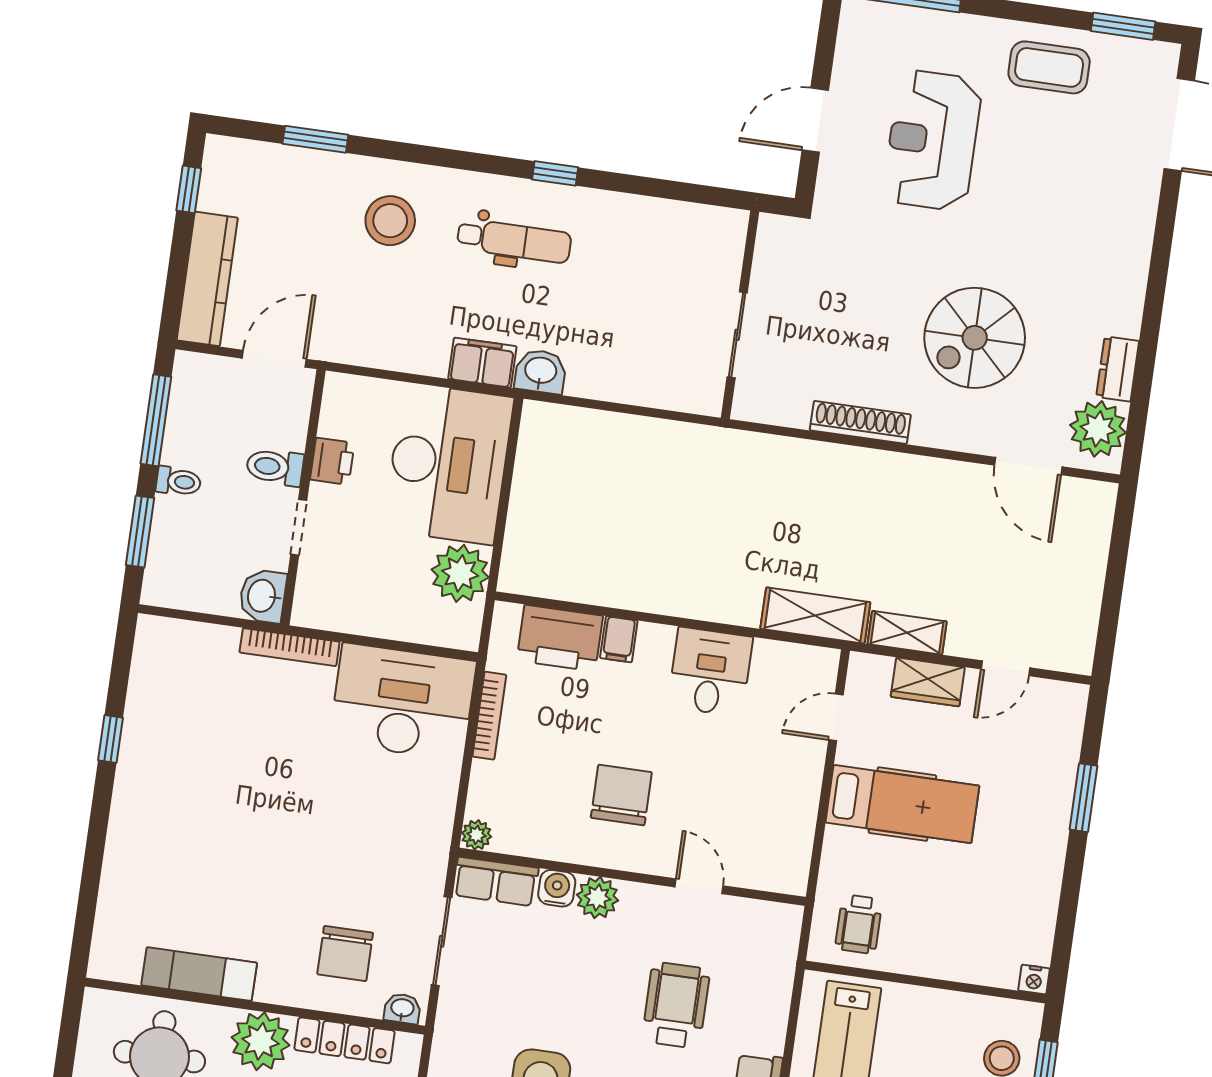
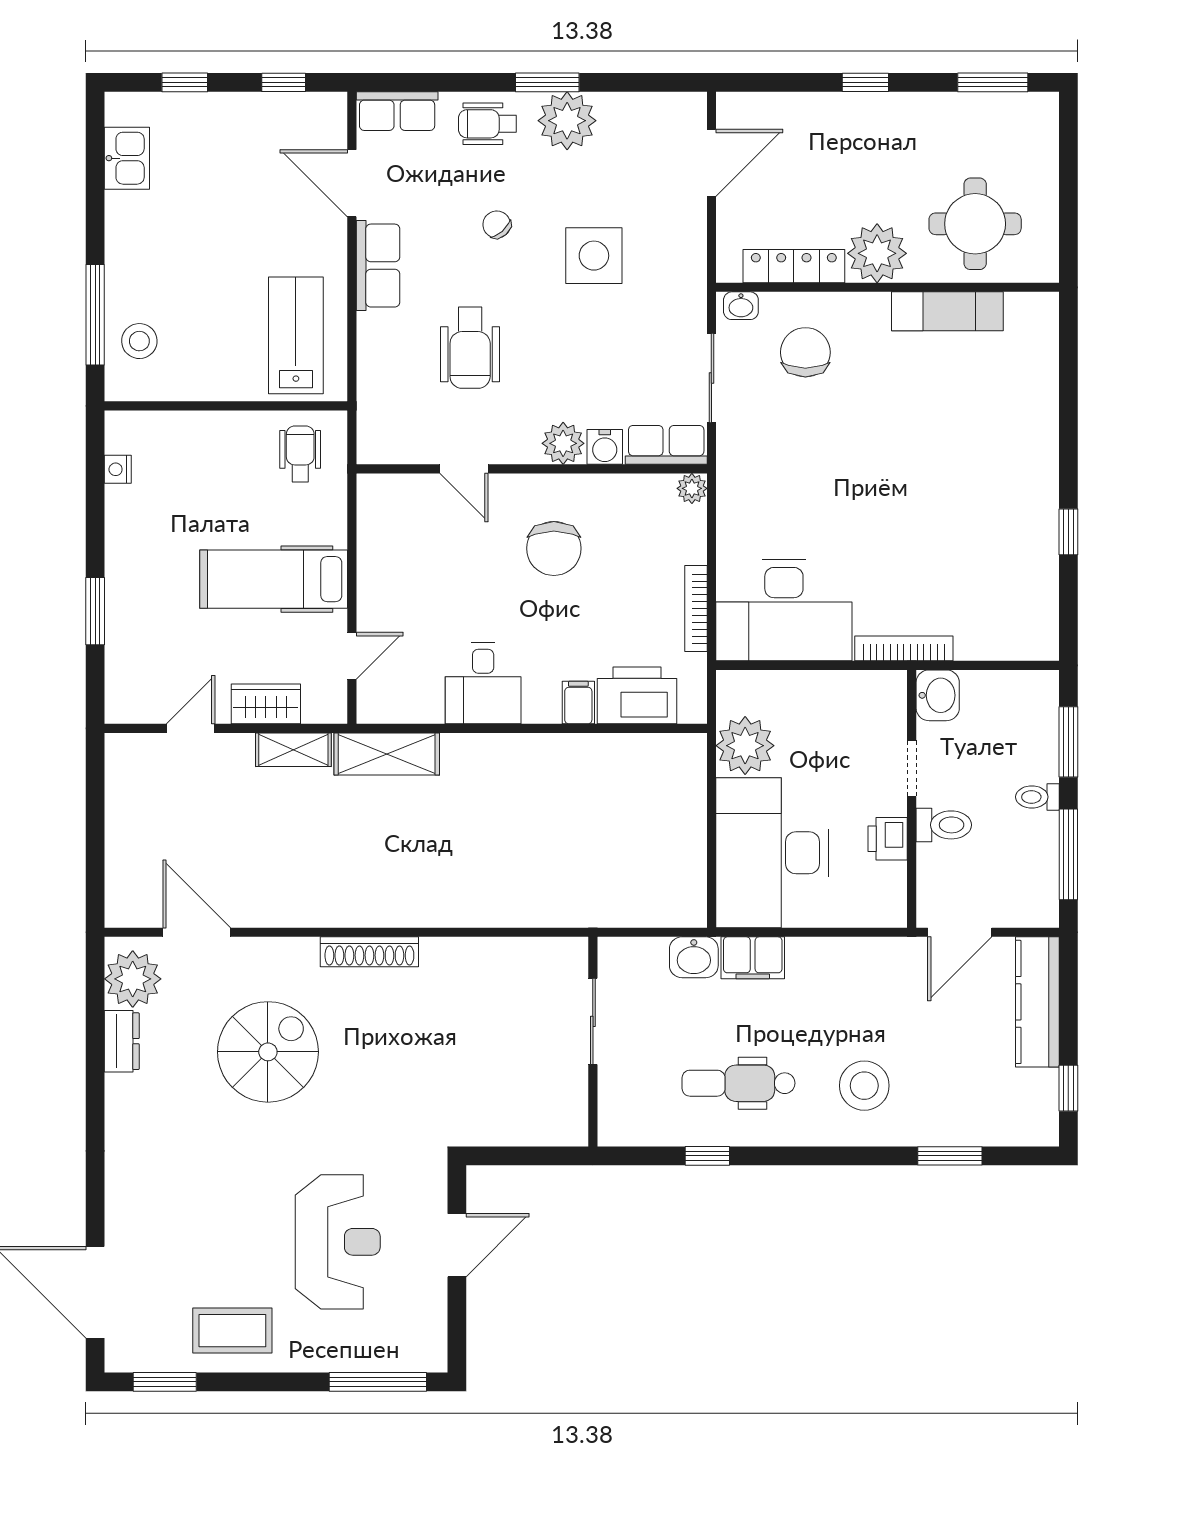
wall: (740, 315) -> (593, 1042), moved
sliding door: (737, 335) -> (593, 1021), moved
nightstand: (1034, 980) -> (118, 469), moved, turned -90

